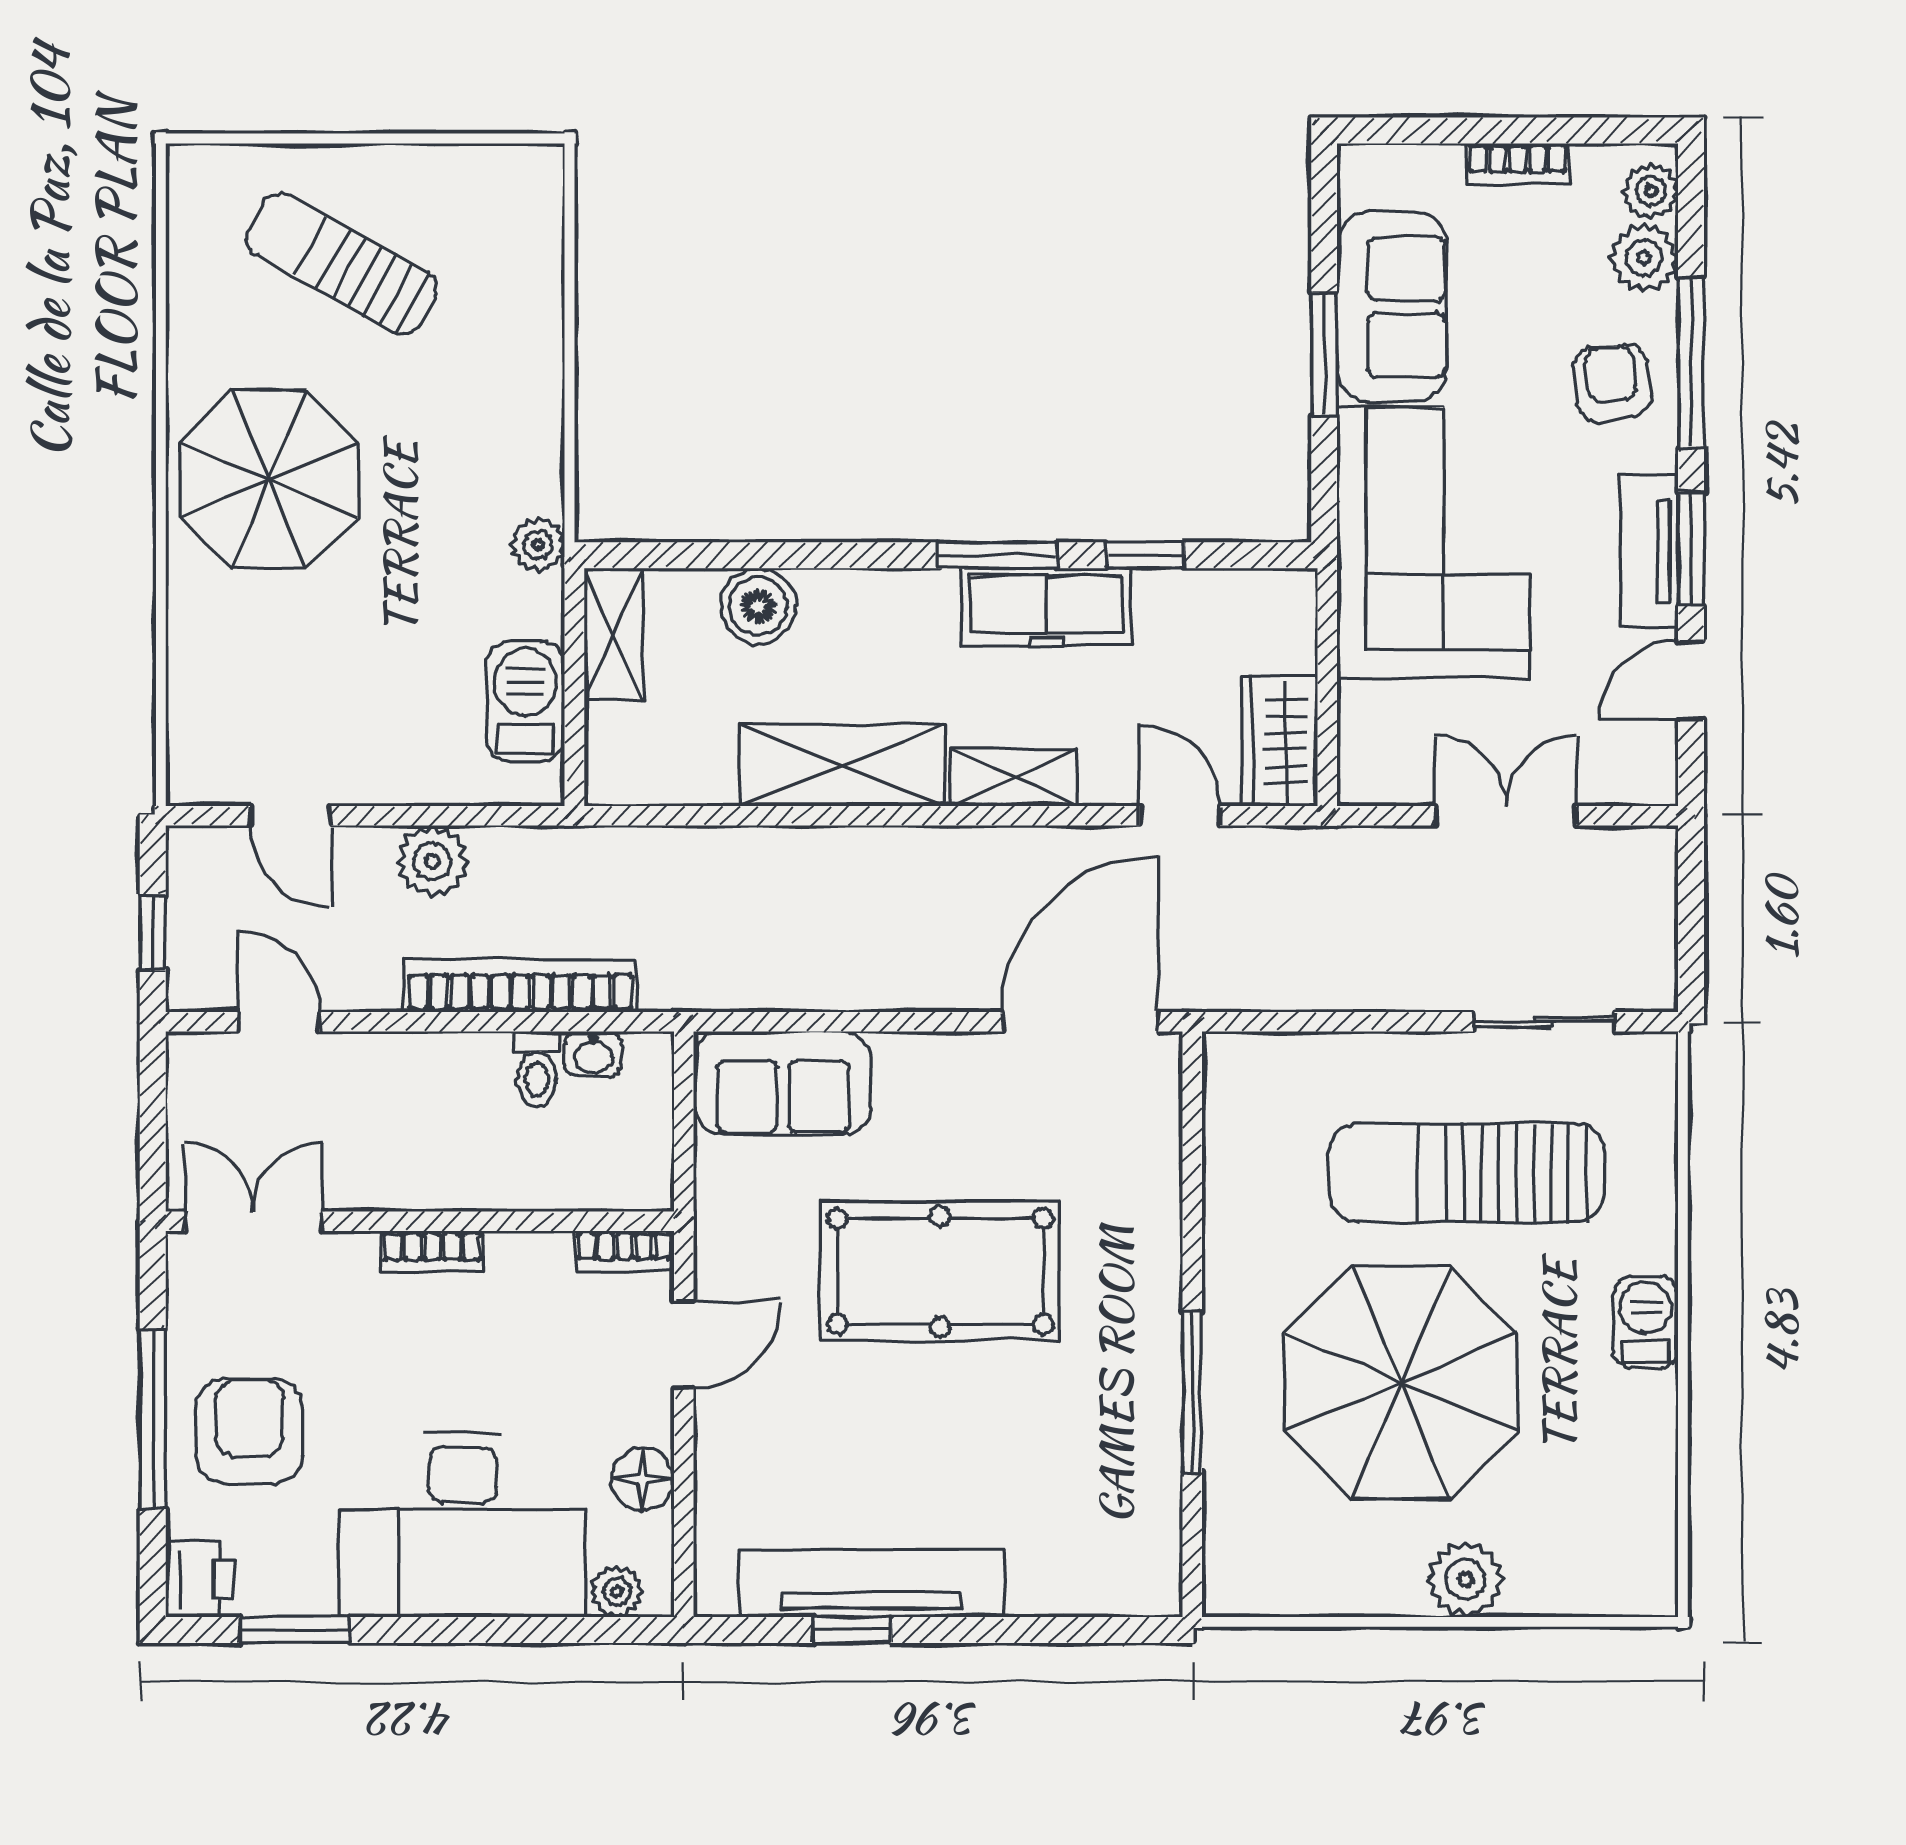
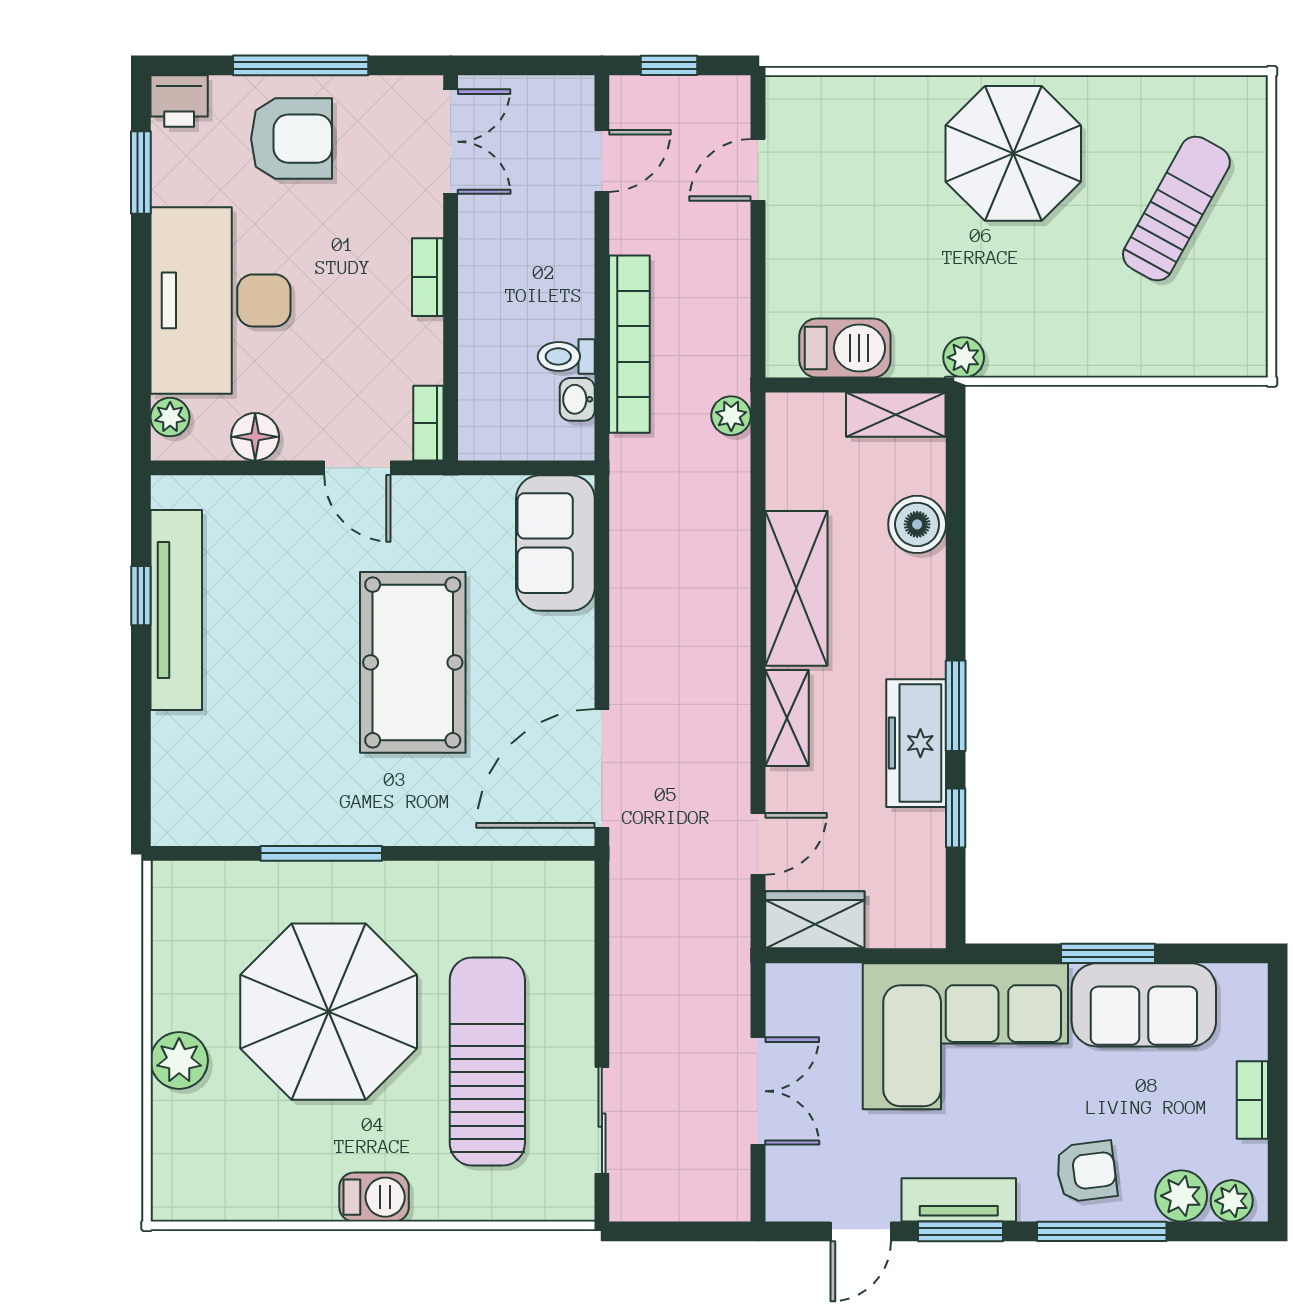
door: (1691, 680) -> (861, 1231), swing flipped
plant: (432, 861) -> (731, 416), moved, width x0.73, depth x0.73
door: (1080, 1022) -> (602, 768), swing flipped

